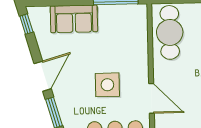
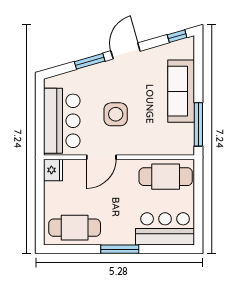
sofa: (74, 19) -> (181, 91), width x1.36
door: (43, 76) -> (126, 51), swing flipped

